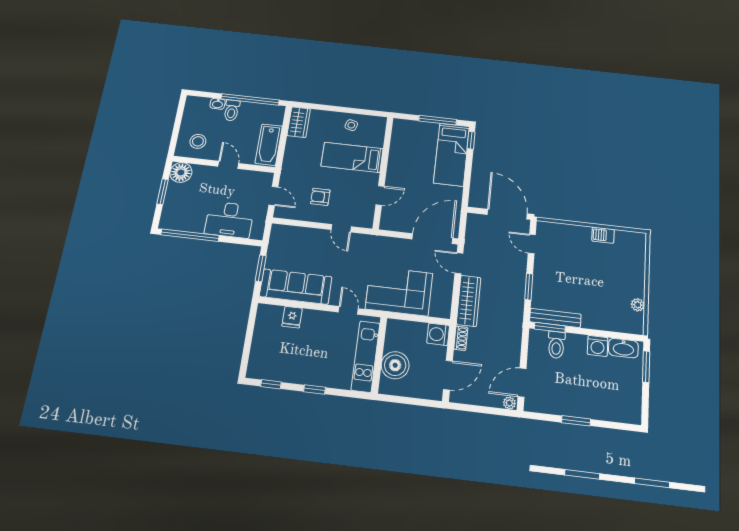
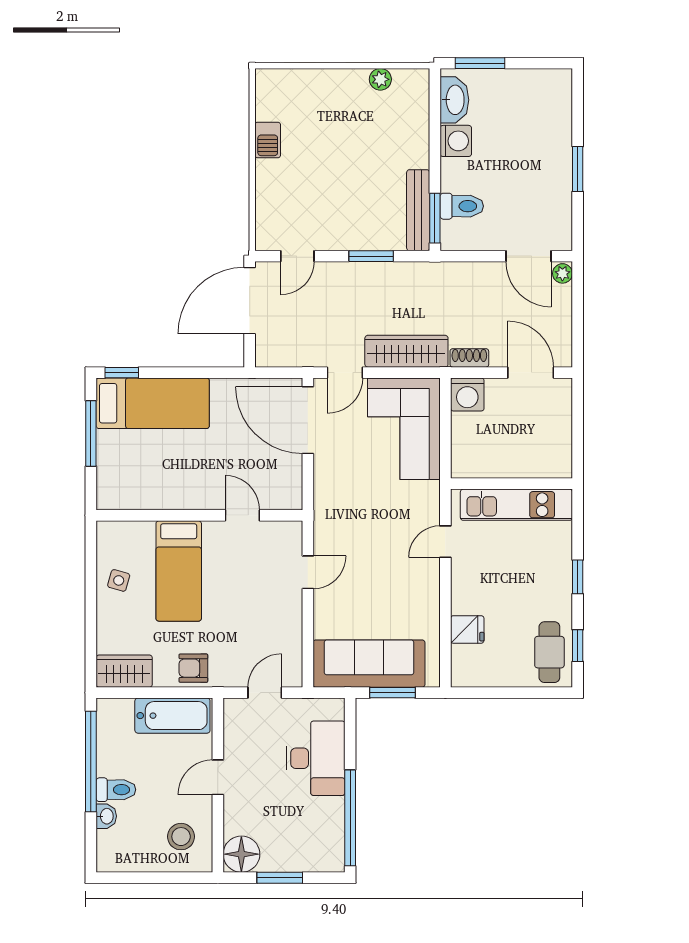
armchair: (320, 197) -> (193, 668), moved, turned 90
sofa: (296, 287) -> (369, 664), moved, turned 90
corner sofa: (399, 291) -> (404, 429), moved
boiler: (395, 365) -> (525, 457), removed
cafe table: (270, 366) -> (549, 652), added

